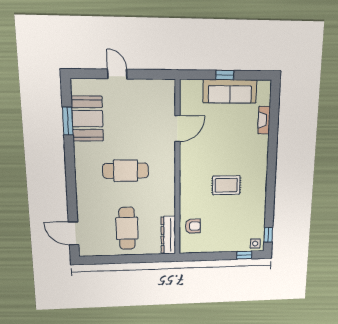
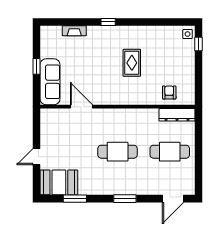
sofa: (230, 91) -> (50, 82), moved
booth: (87, 119) -> (59, 182), moved
cafe table: (126, 171) -> (118, 152), turned 90
window: (71, 180) -> (125, 199), added
window: (268, 235) -> (108, 22), moved

